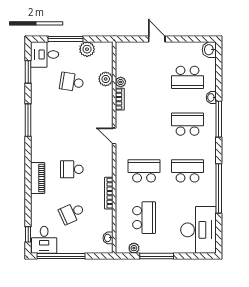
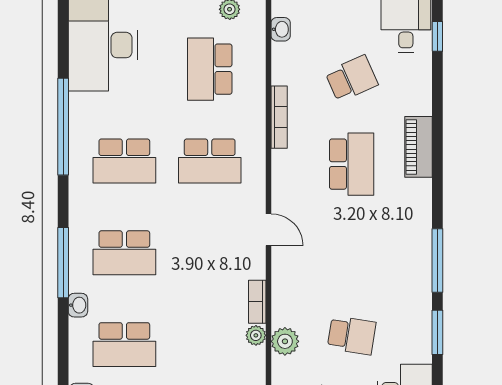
window: (28, 72) -> (437, 332), moved
school desk: (188, 77) -> (124, 345), turned 180
school desk: (72, 169) -> (352, 164), width x1.85

